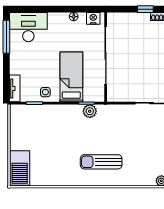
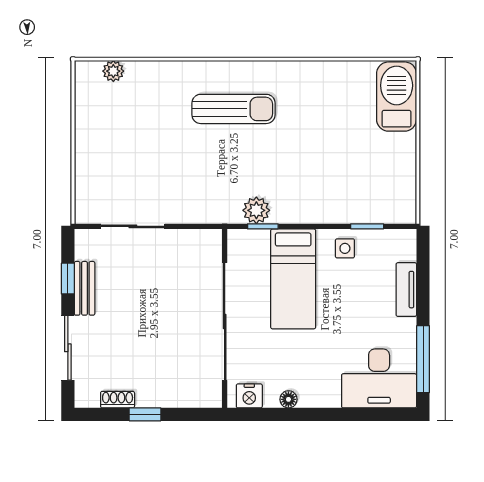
tv unit: (15, 88) -> (406, 290), moved

